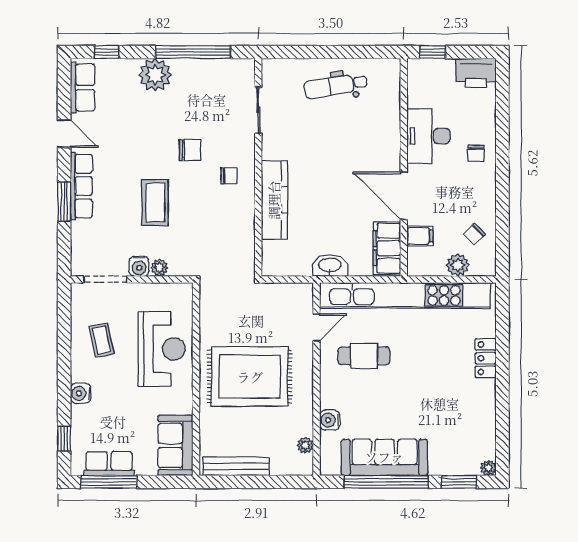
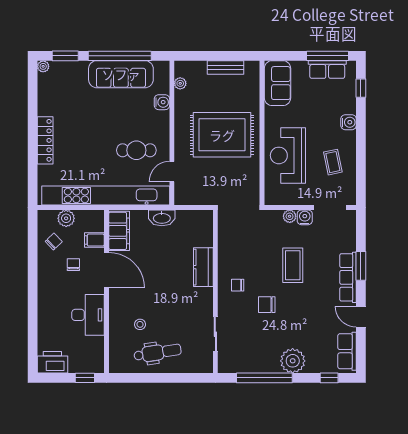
stool: (359, 123) -> (140, 324), added
chair: (476, 153) -> (73, 265), moved
kitchen counter: (274, 200) -> (203, 267), width x0.67
locker: (486, 358) -> (45, 140), width x1.53
bench: (236, 466) -> (225, 67), width x0.73

